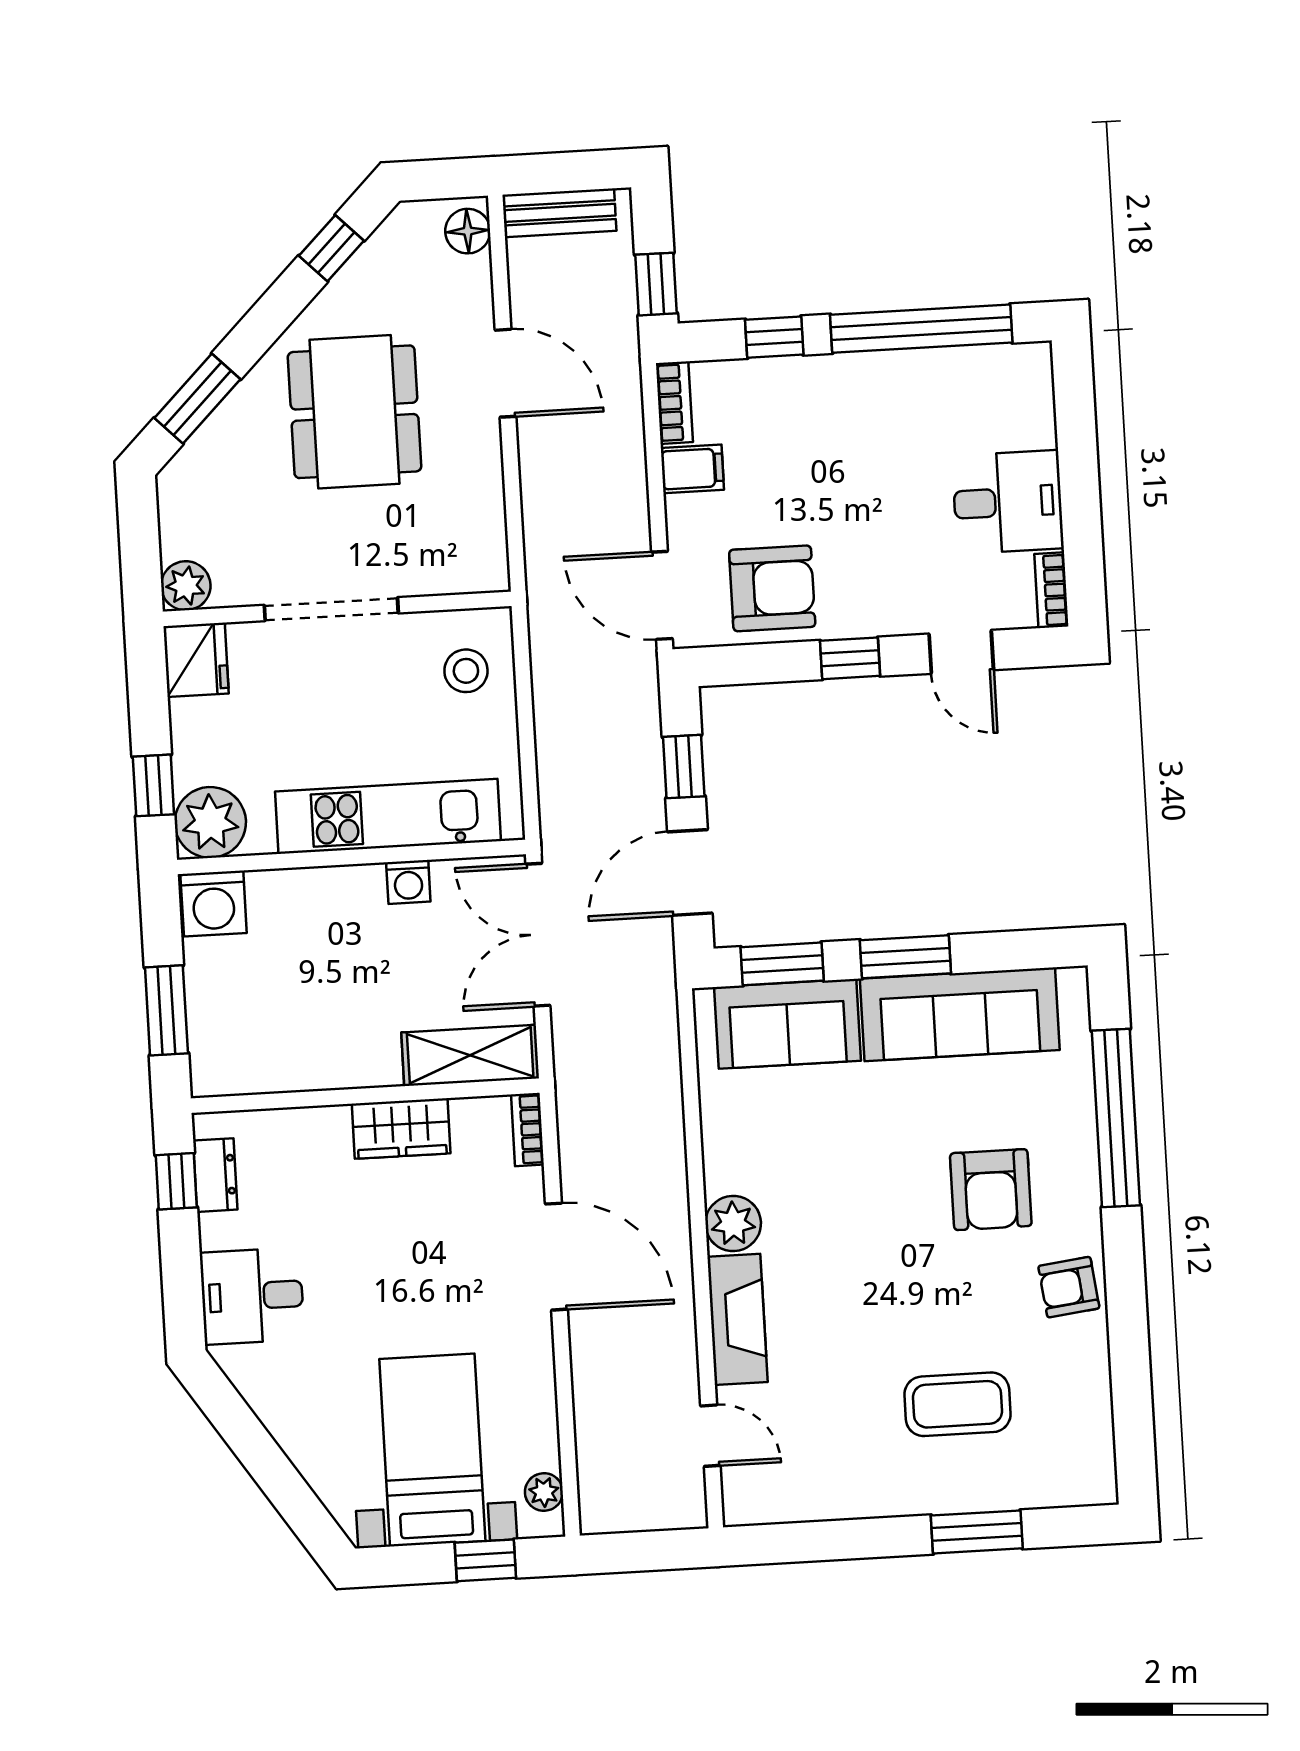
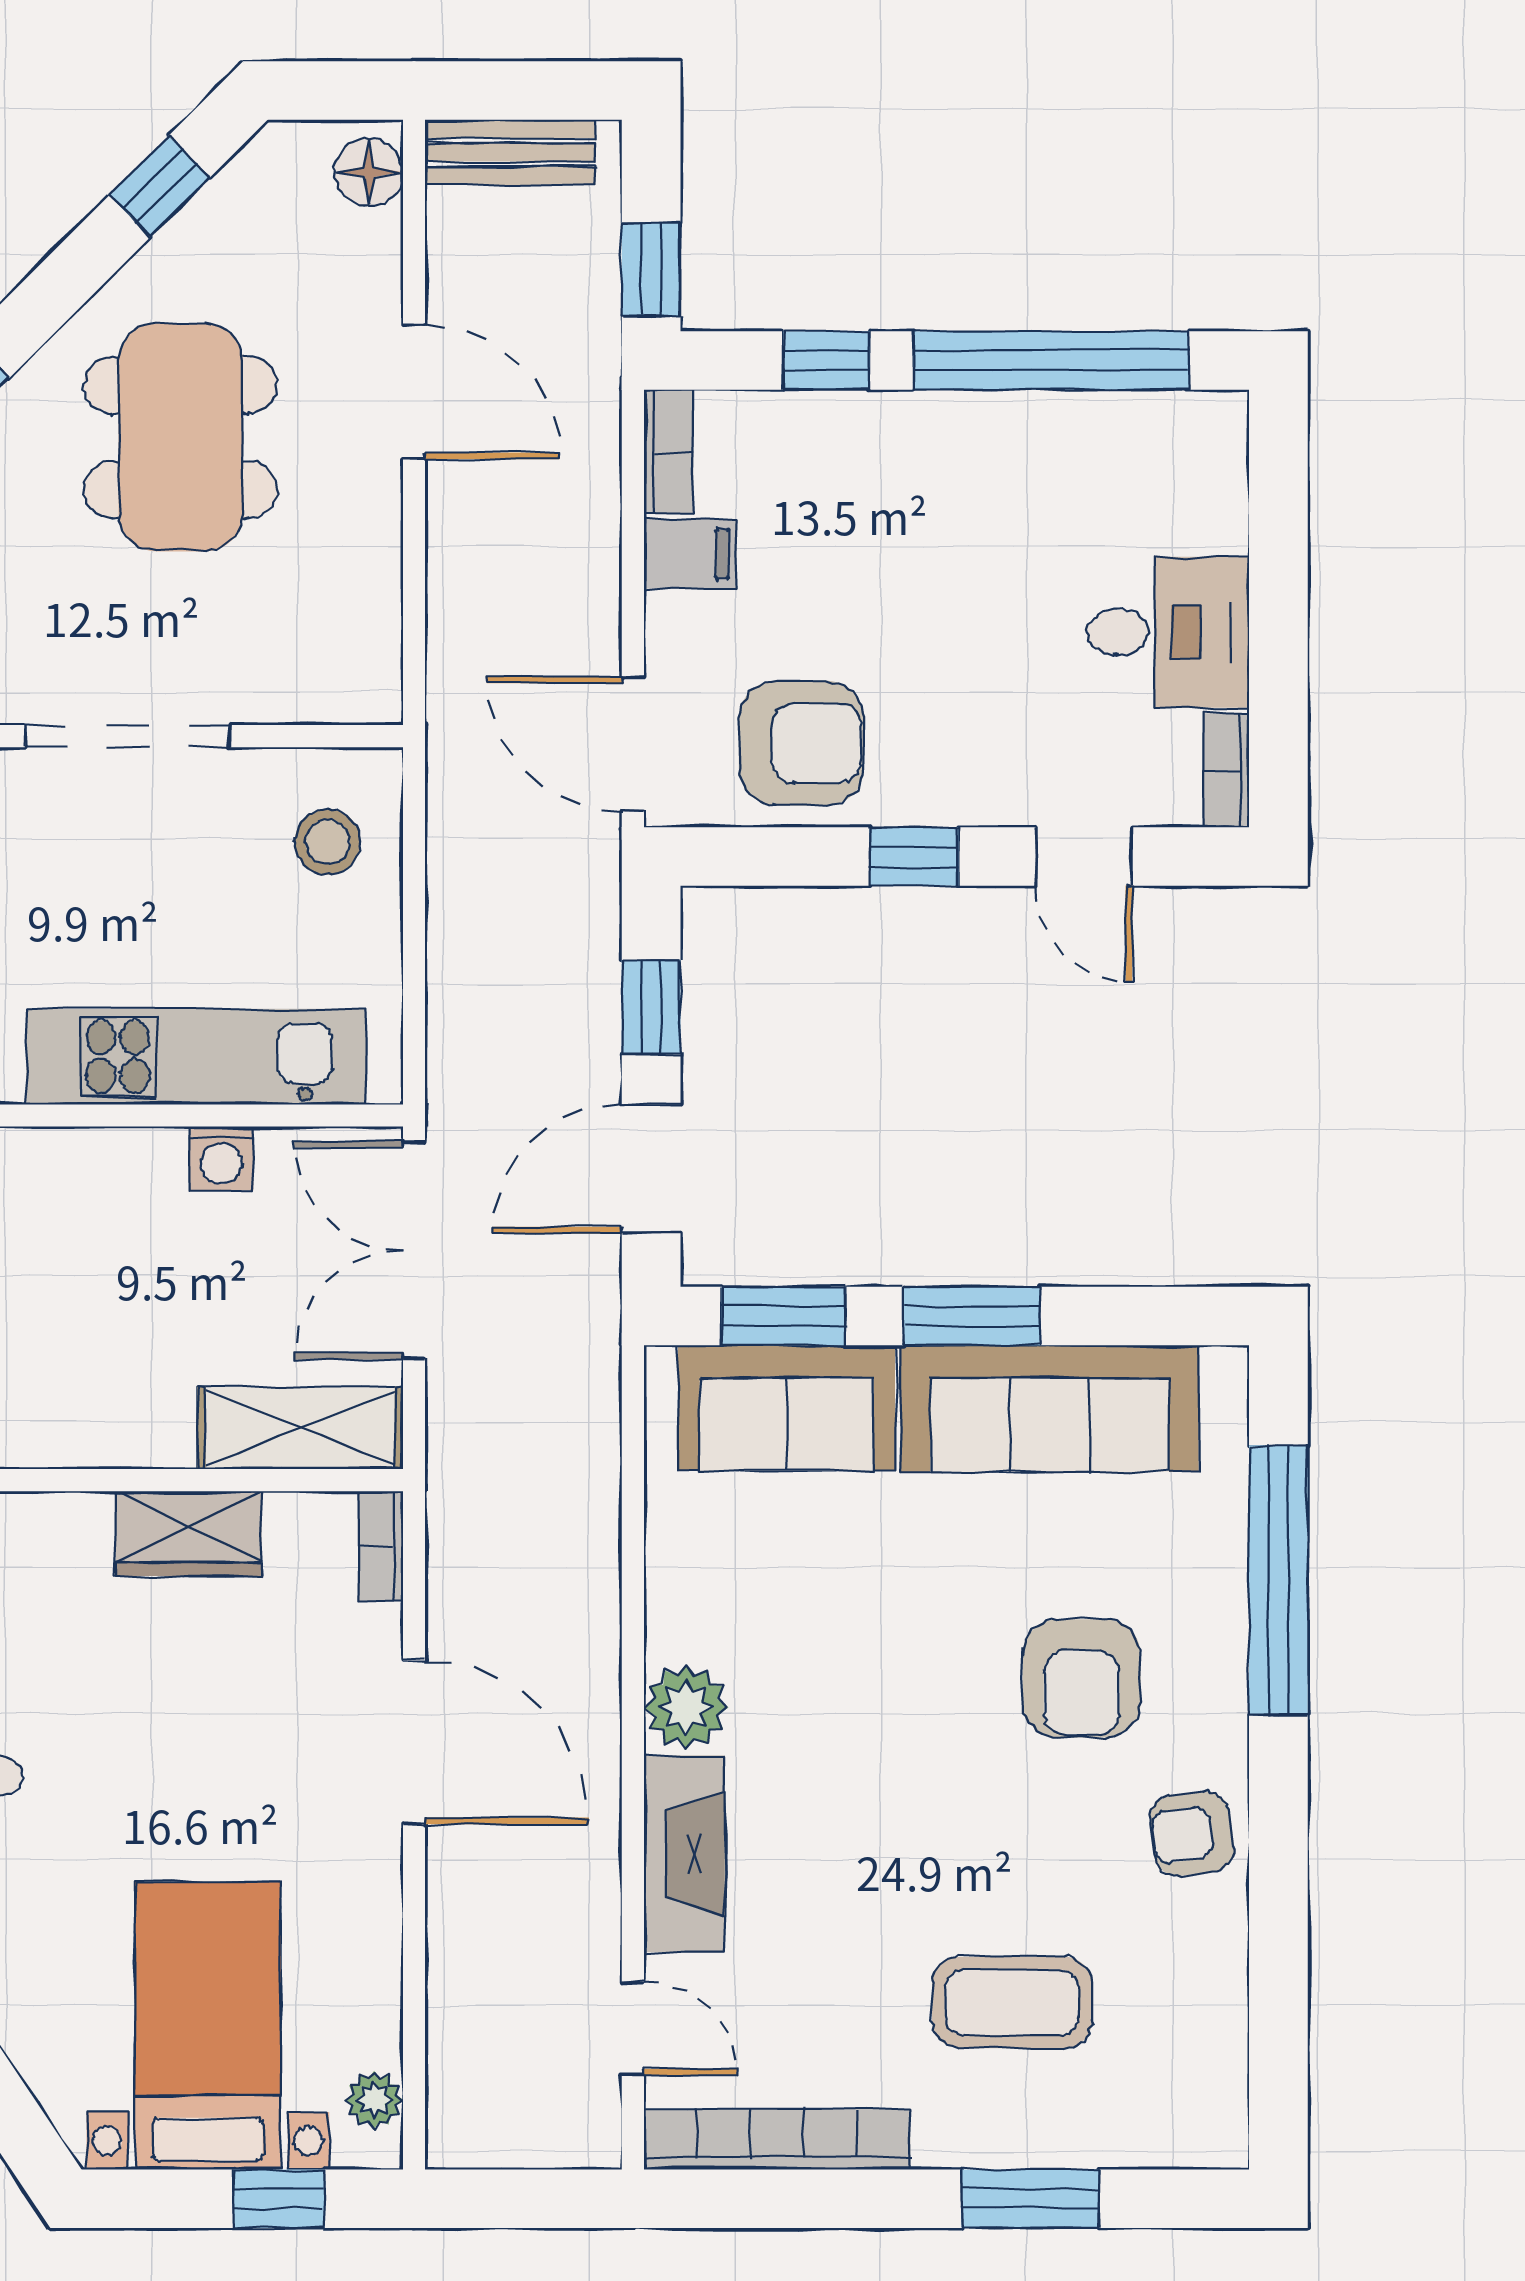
bookcase: (809, 1503) -> (777, 2139), added

